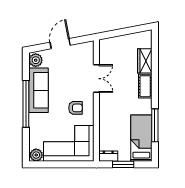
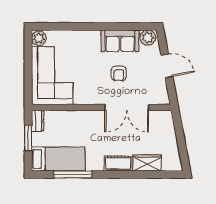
double door: (96, 79) -> (127, 107), width x1.37
sofa: (39, 90) -> (120, 41), width x0.73
window: (26, 104) -> (98, 26), removed
armchair: (75, 108) -> (119, 73), moved

